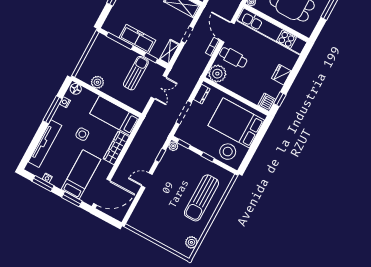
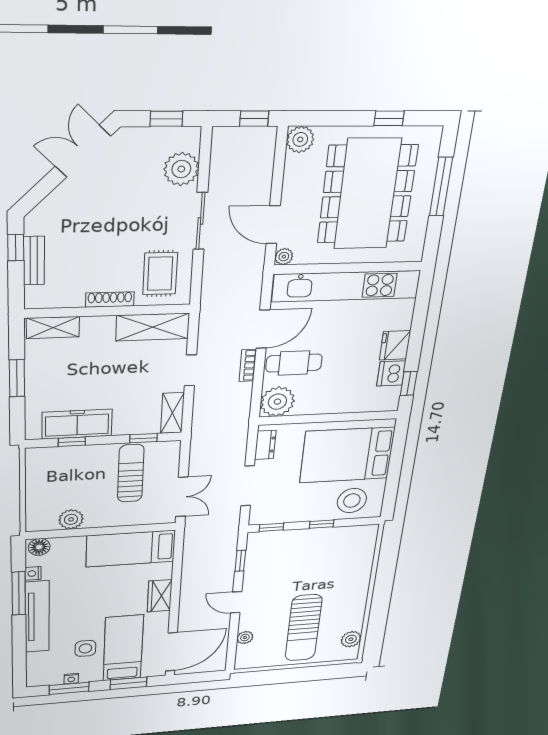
door: (227, 32) -> (263, 329), swing flipped
freezer: (137, 39) -> (77, 424), moved
window: (120, 41) -> (72, 442), width x0.46
double door: (159, 87) -> (182, 497), moved
dishwasher: (267, 102) -> (391, 373), moved
side table: (82, 134) -> (85, 648), moved
tv unit: (45, 144) -> (37, 617), moved
plant: (173, 146) -> (245, 638), moved
wardrobe: (116, 148) -> (160, 596), width x0.67
door: (147, 180) -> (236, 602), hinge flipped
sun lounger: (201, 198) -> (304, 628), moved

